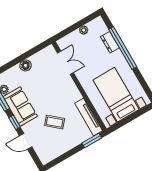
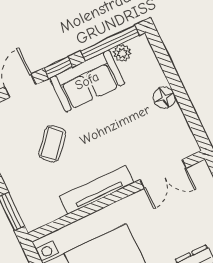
tv unit: (89, 117) -> (97, 190), moved

